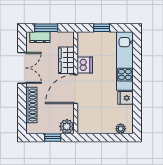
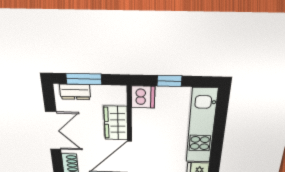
dishwasher: (85, 65) -> (143, 97), moved

